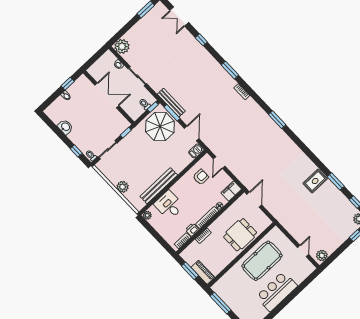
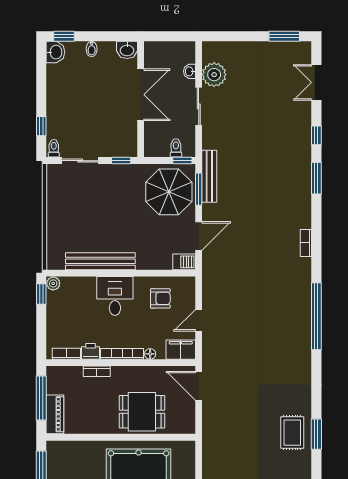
plant: (122, 46) -> (214, 75), moved
window: (230, 70) -> (316, 178), moved
washbasin: (82, 81) -> (127, 50), added
window: (68, 84) -> (64, 36), moved
window: (277, 120) -> (316, 316), width x2.11
washbasin: (65, 127) -> (55, 52), moved
door: (219, 163) -> (199, 320), moved
rug: (315, 181) -> (292, 433), turned 90
window: (336, 181) -> (316, 434), moved
plant: (123, 187) -> (56, 222), removed
door: (254, 200) -> (199, 386), swing flipped
desk: (169, 205) -> (115, 296), moved
window: (146, 225) -> (41, 294), added
window: (190, 271) -> (41, 398), width x1.44

